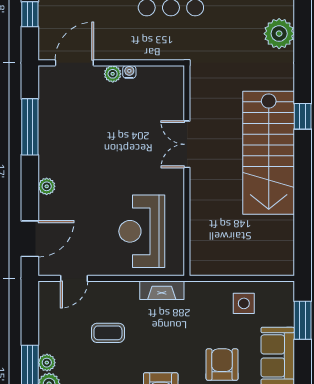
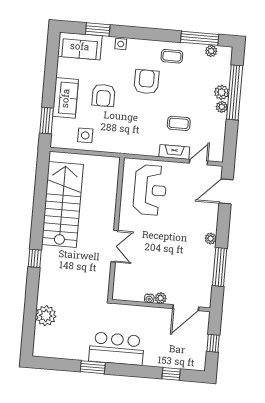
stairs: (269, 153) -> (62, 204), moved
plant: (47, 186) -> (211, 239), moved
fireplace: (162, 290) -> (174, 152), moved

